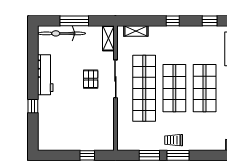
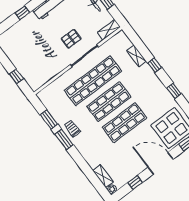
shelving: (136, 31) -> (137, 56), moved

